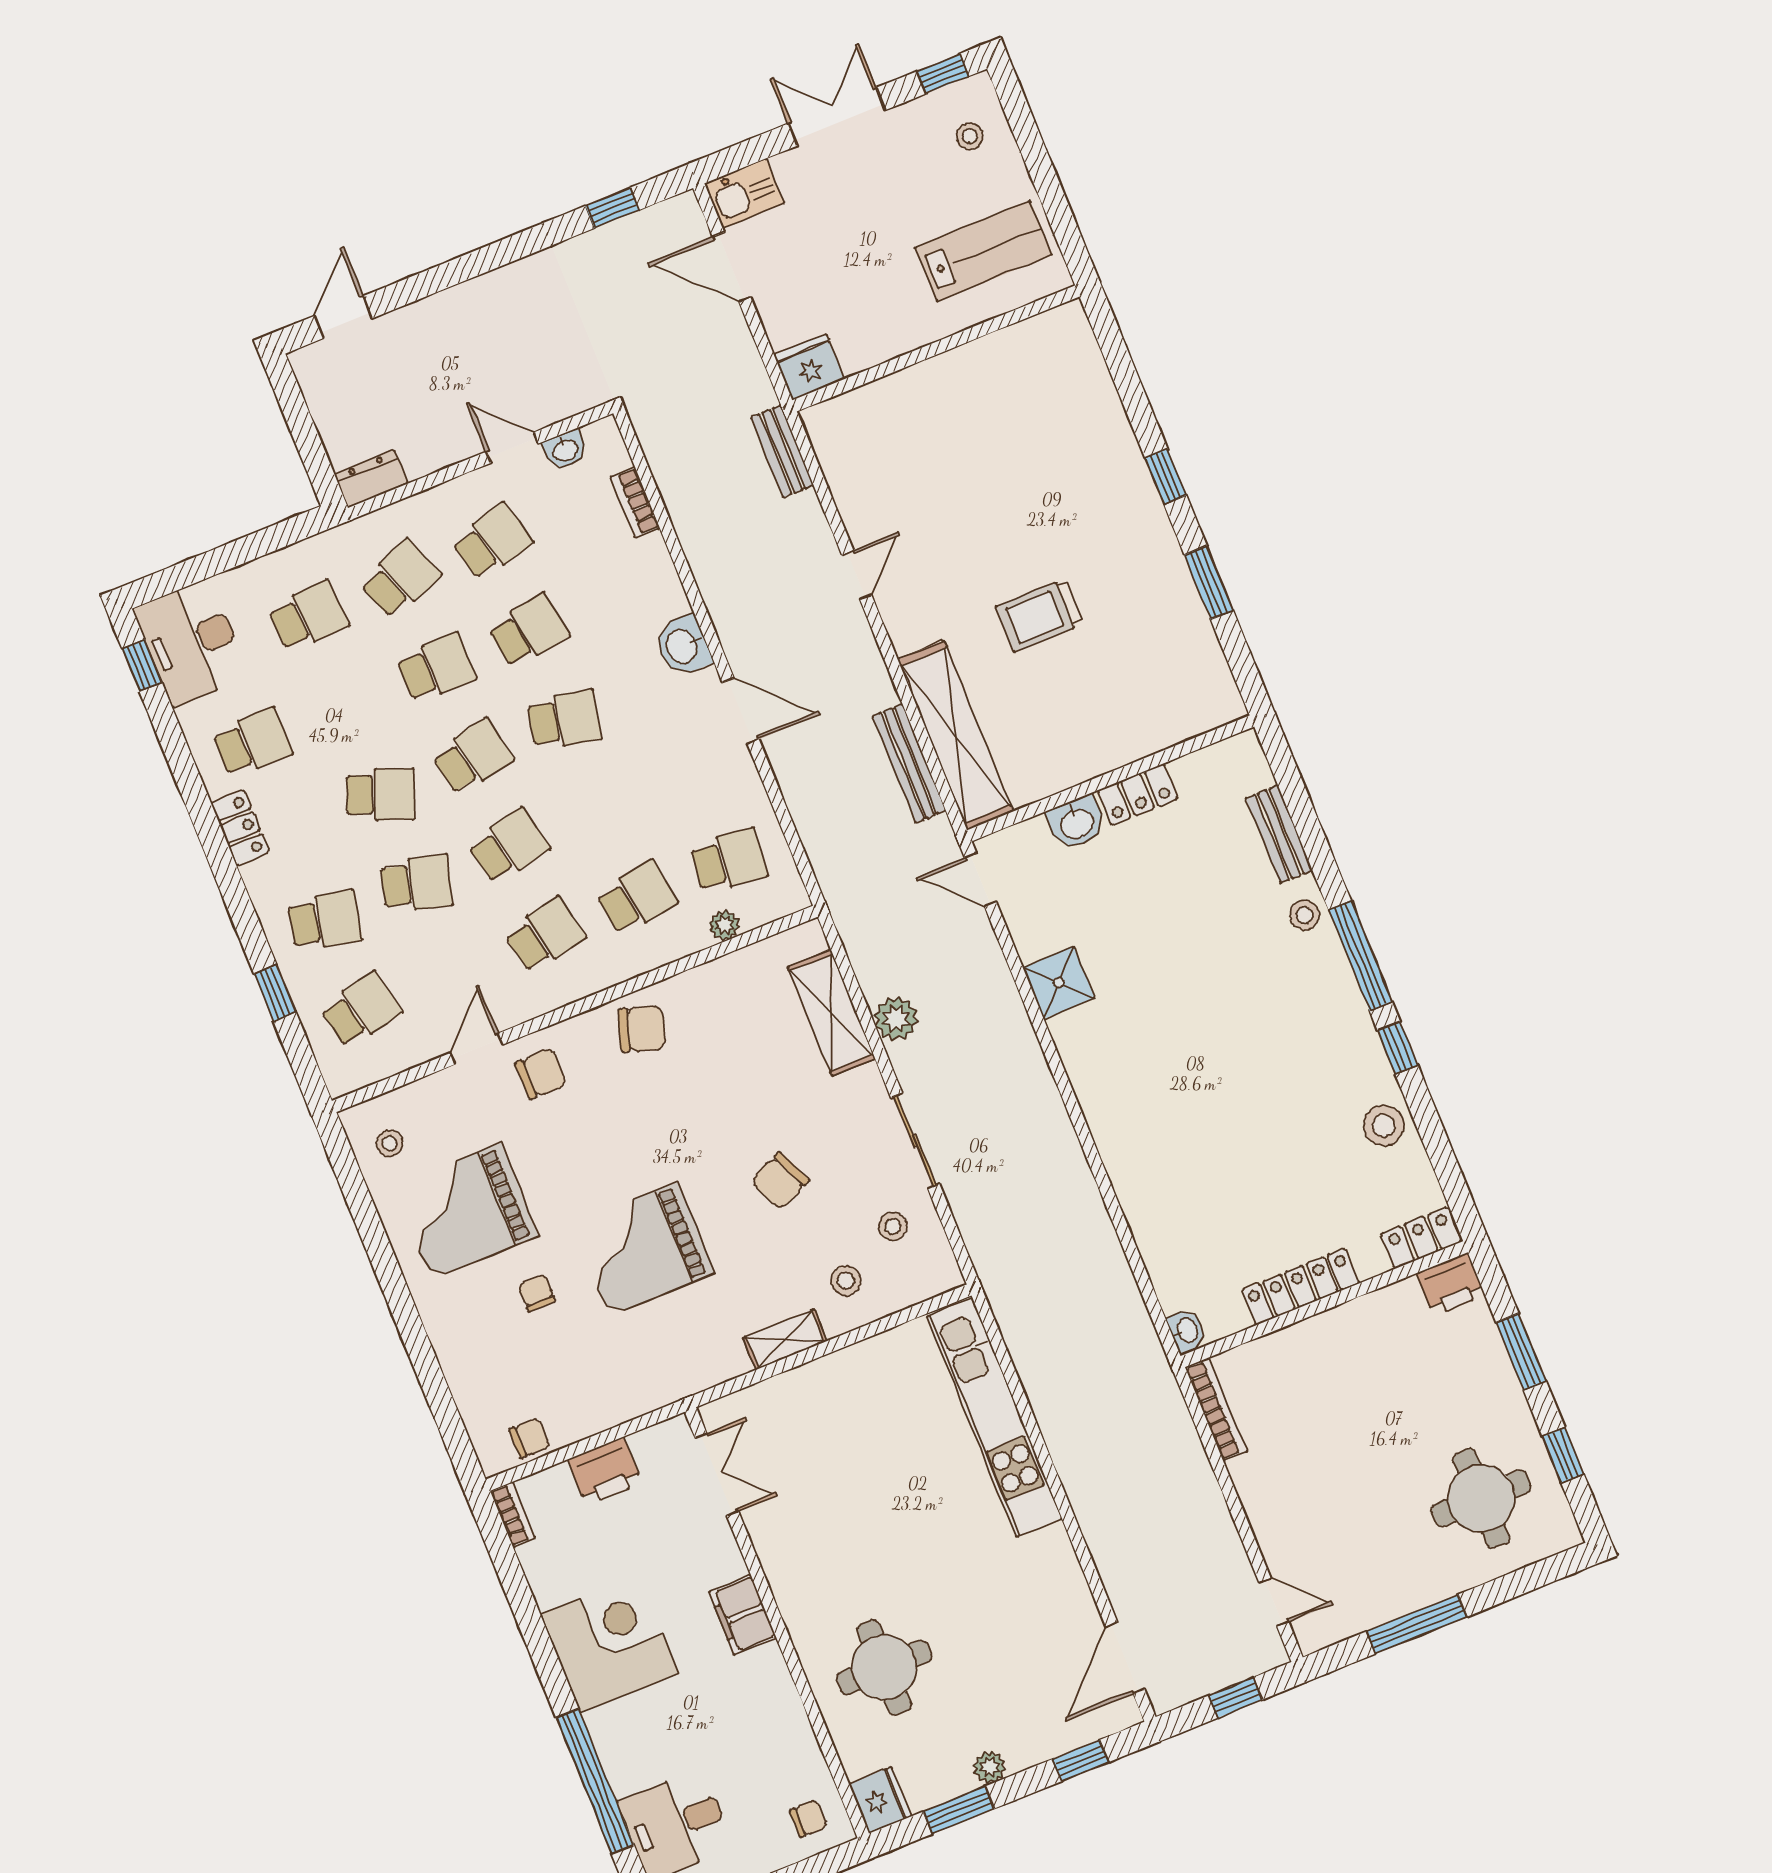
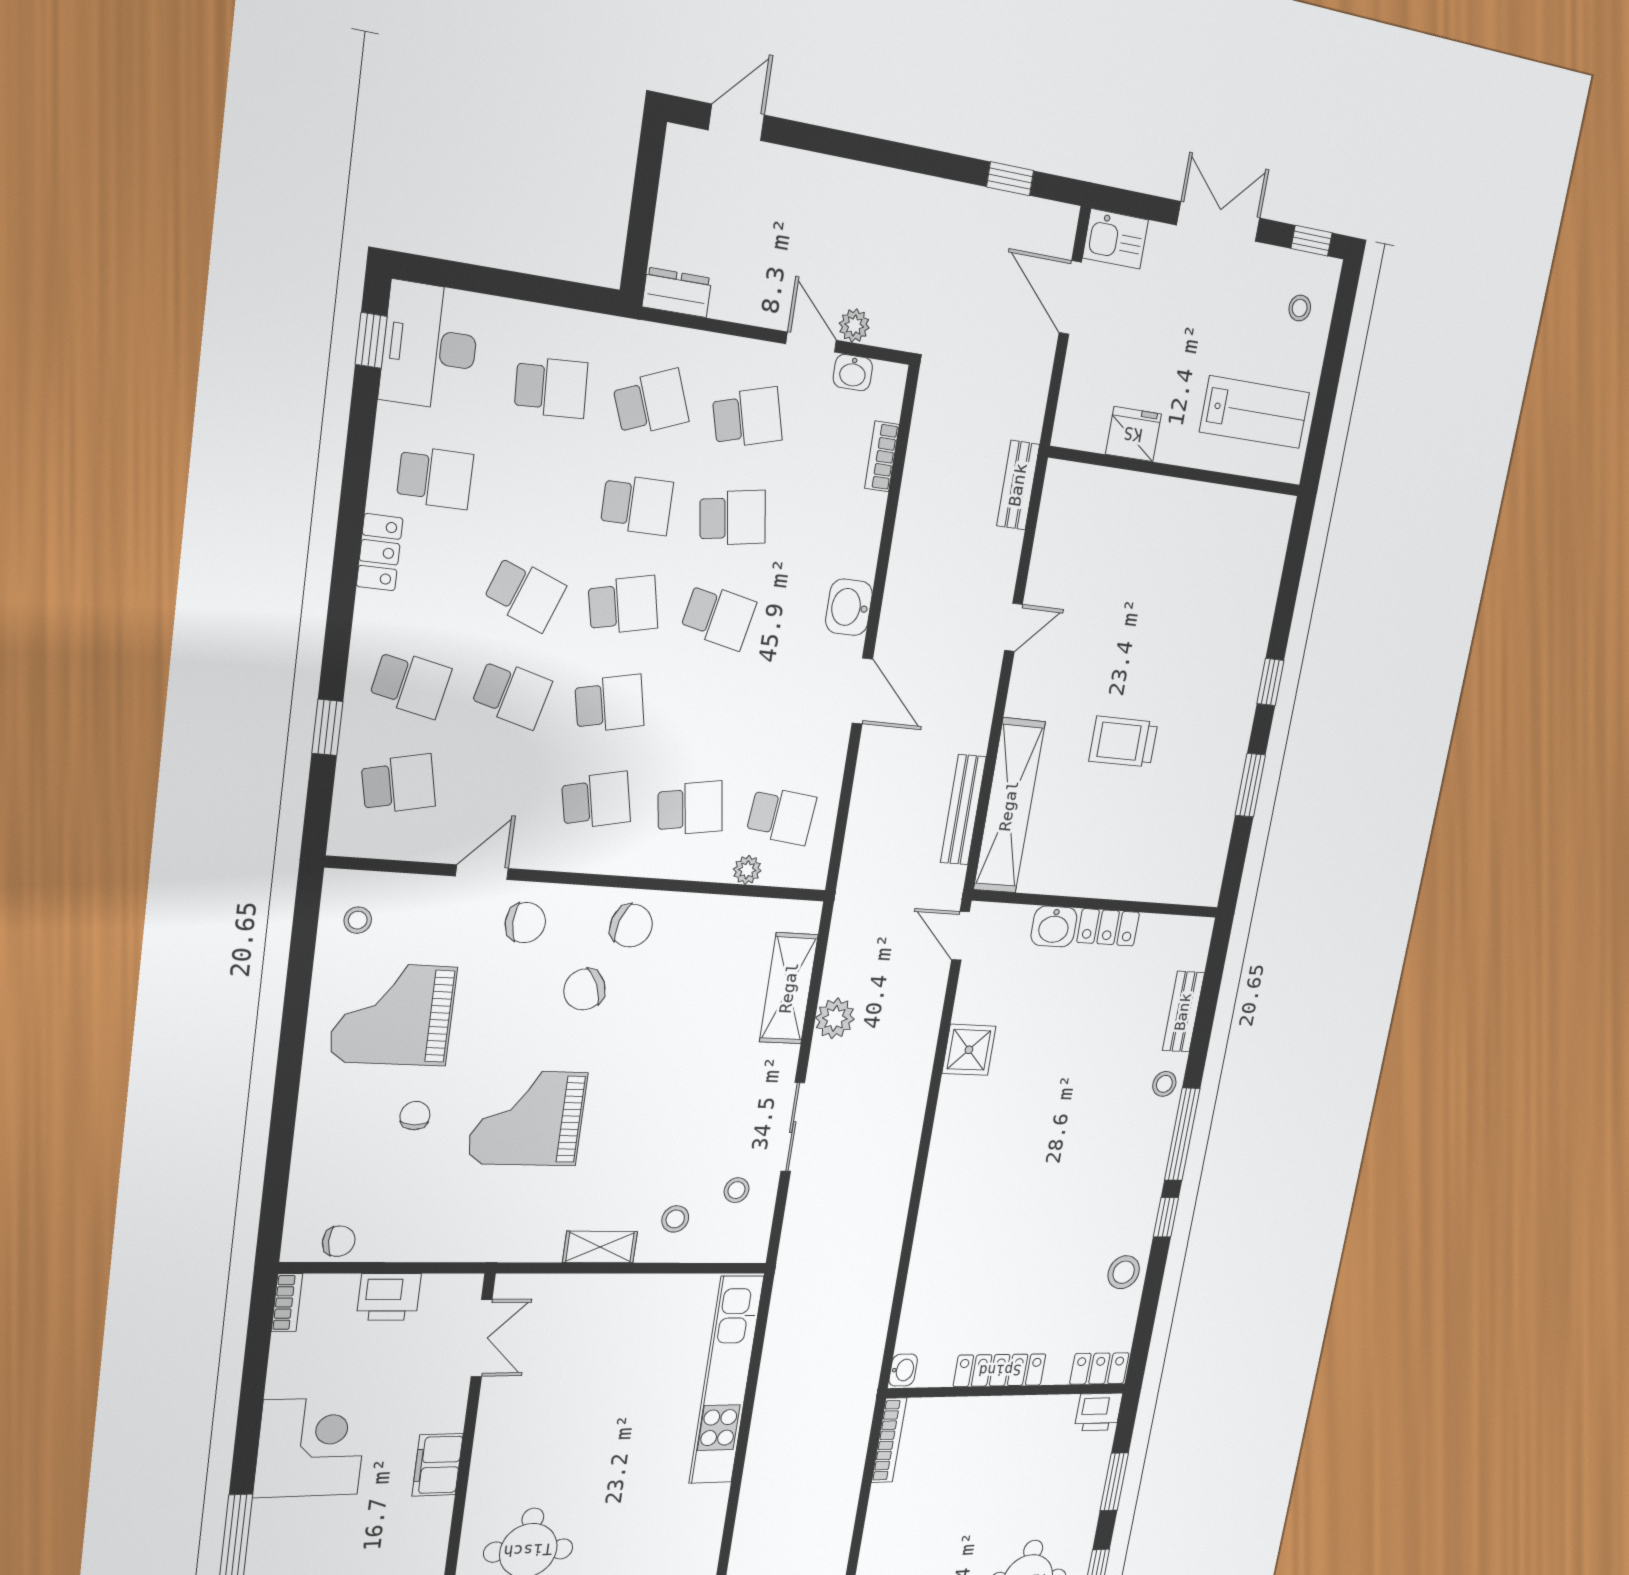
fridge: (809, 367) -> (1133, 434), moved
plant: (543, 411) -> (854, 326), added
chair: (780, 1181) -> (584, 989), moved

